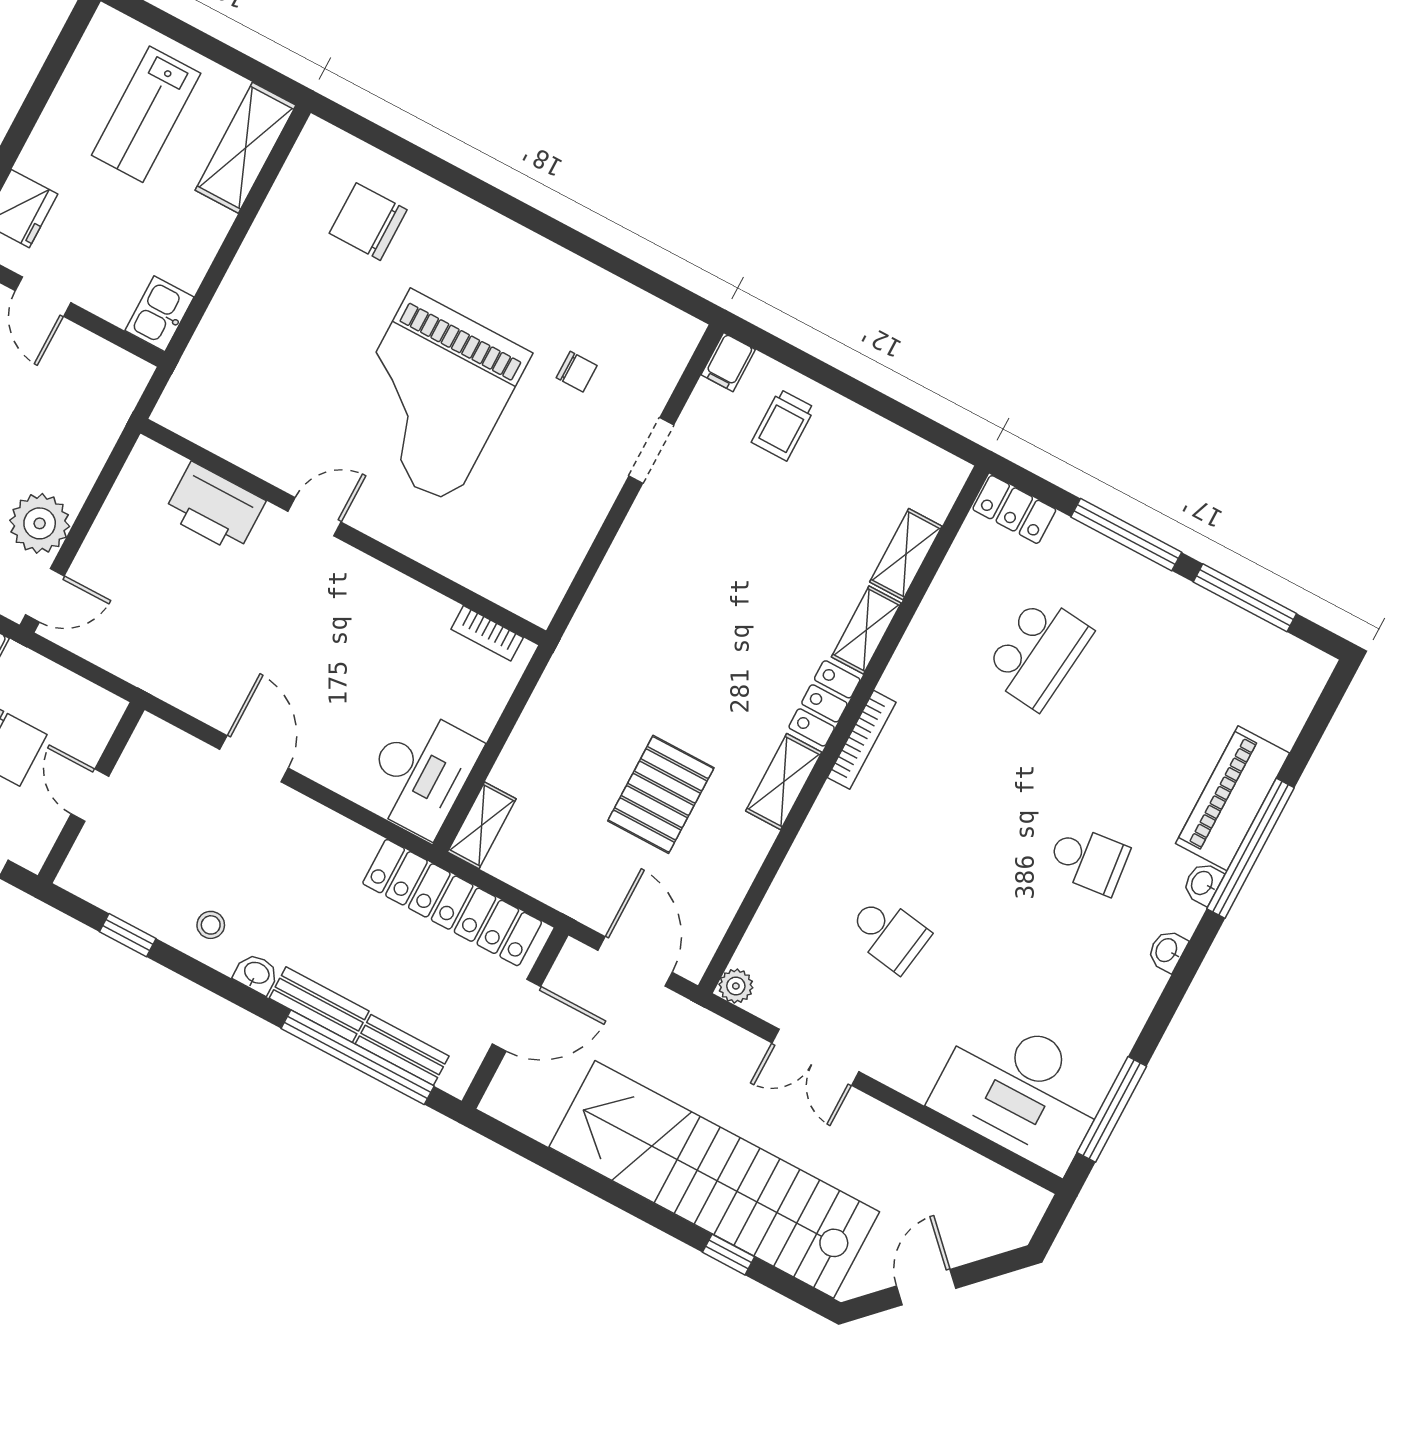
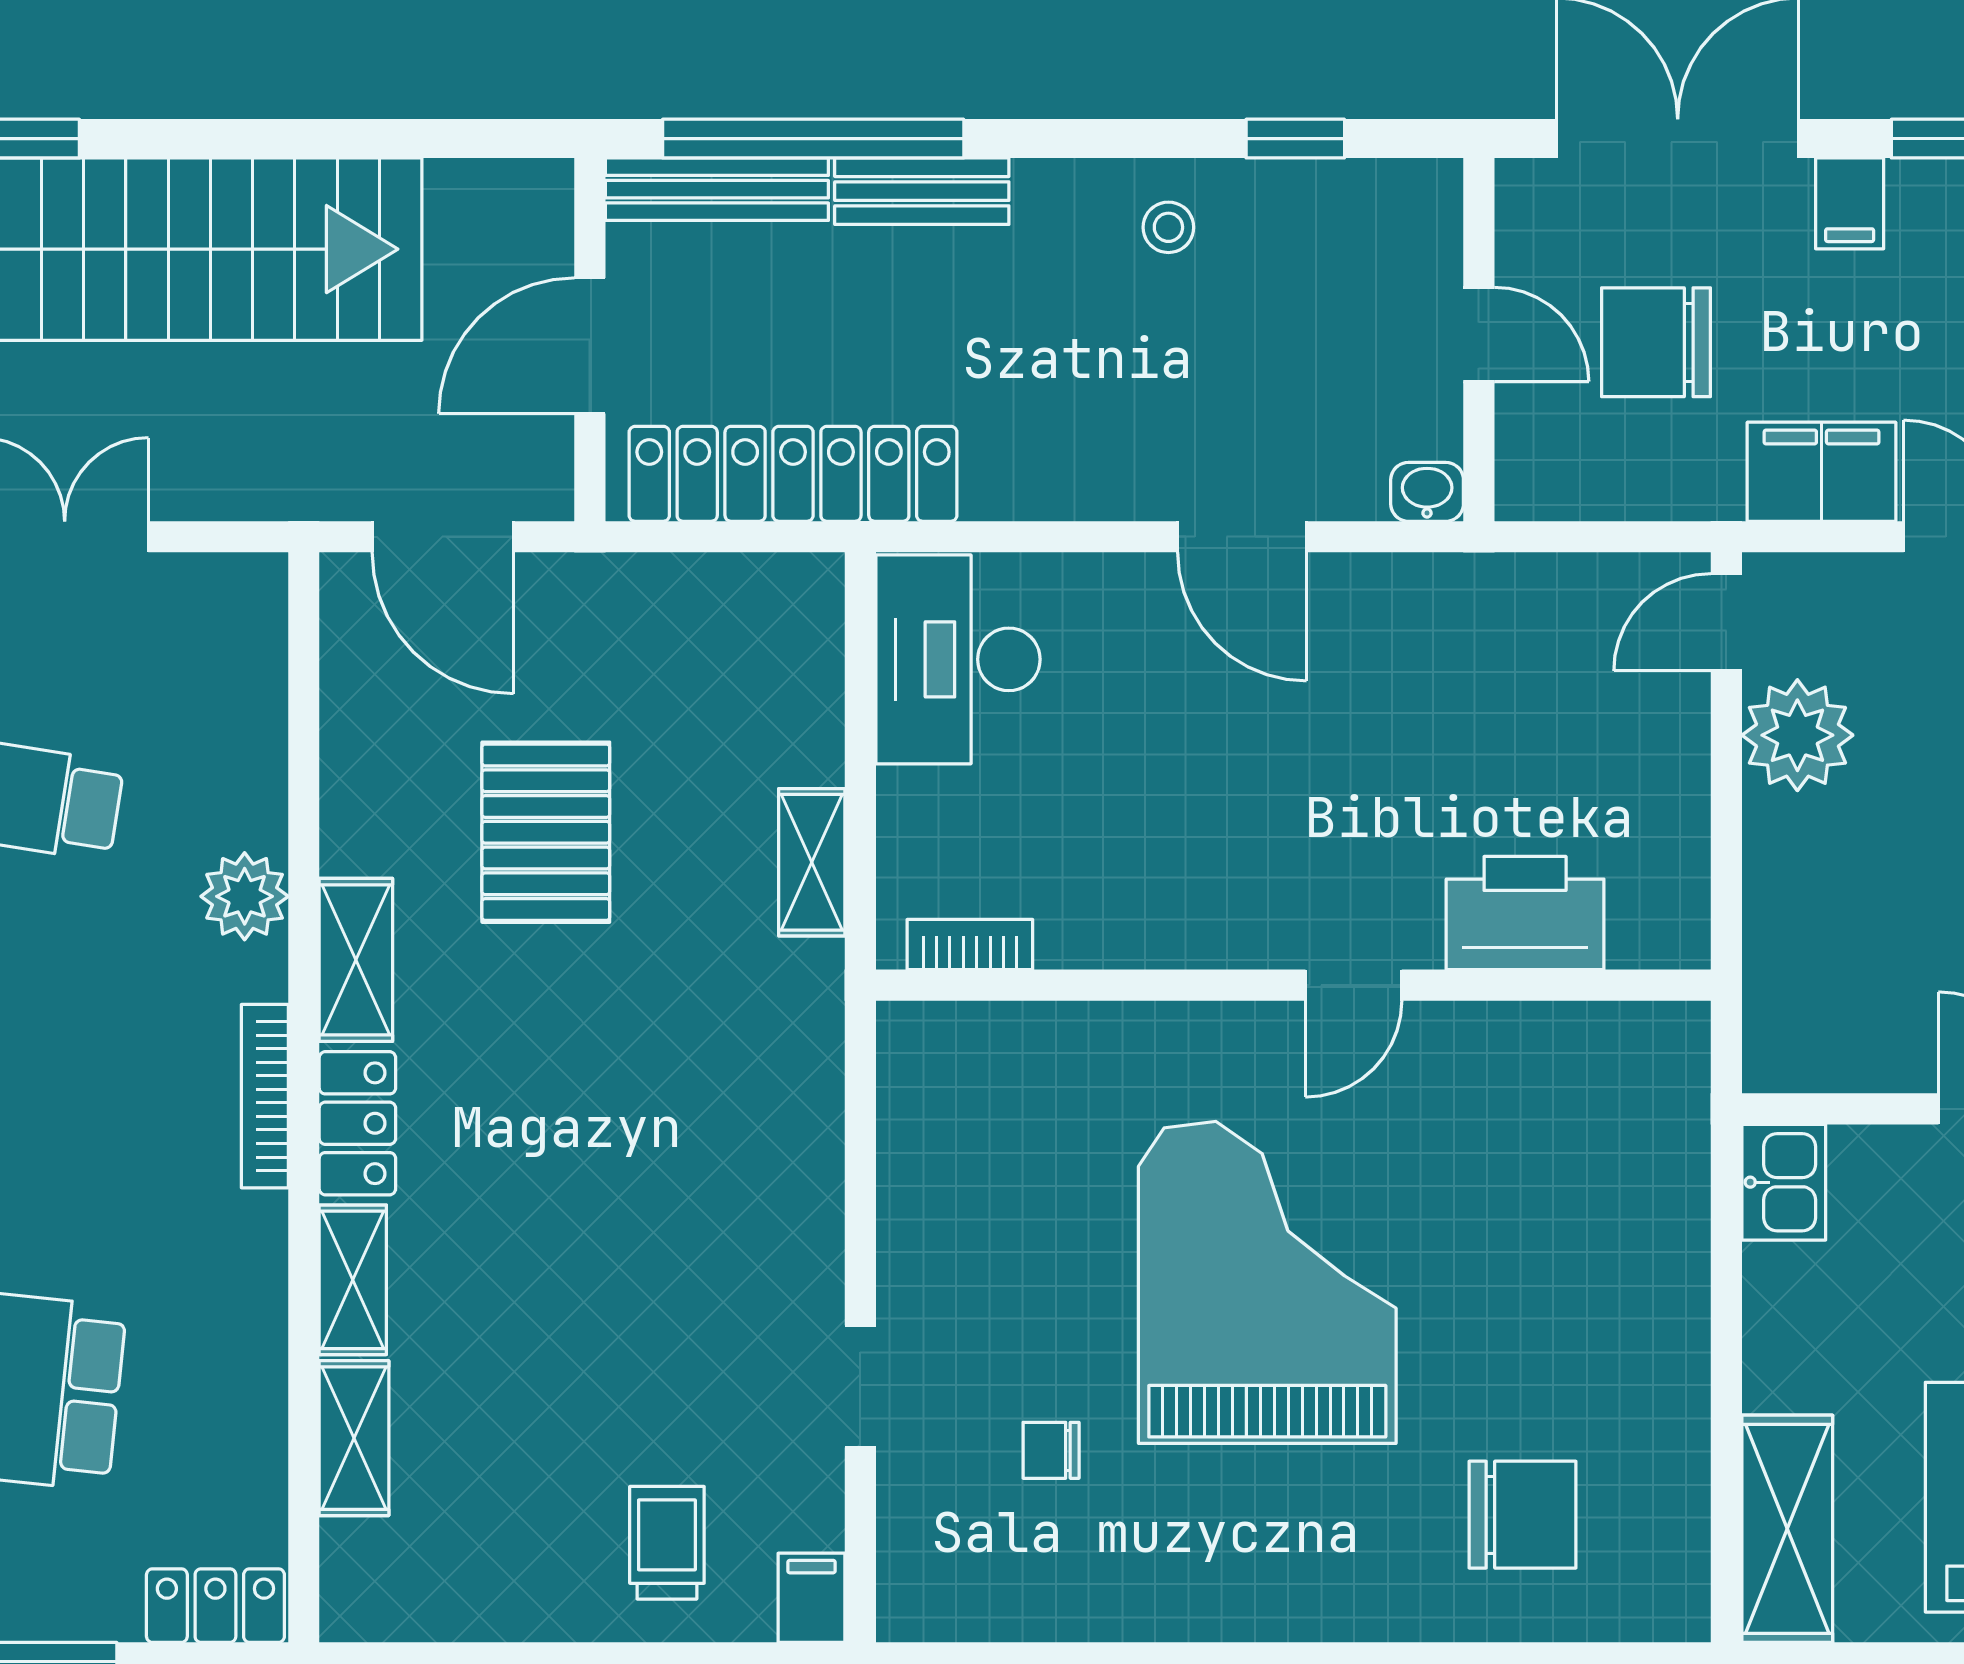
shelving: (482, 825) -> (812, 862), moved
washbasin: (256, 974) -> (1427, 492), moved, turned 180
plant: (736, 986) -> (245, 896), moved, width x1.38, depth x1.38
bench: (402, 1050) -> (717, 189), width x1.36

